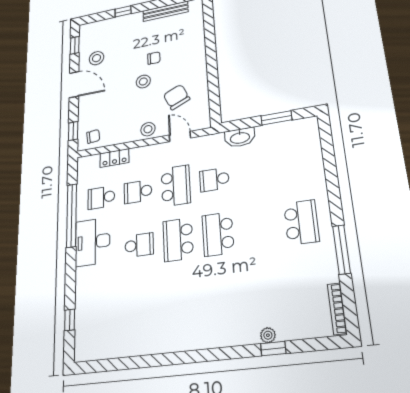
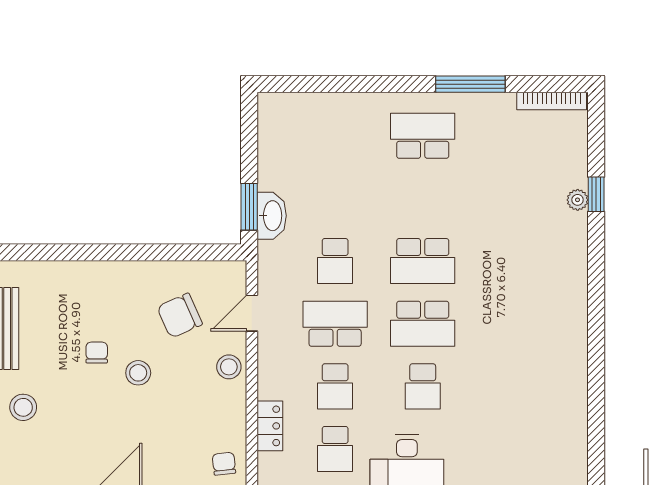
stool: (96, 58) -> (23, 407), moved
window: (276, 118) -> (249, 207), moved
school desk: (139, 245) -> (423, 386), turned 180

